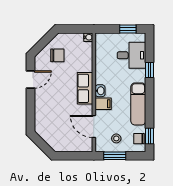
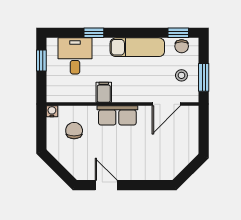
chair: (57, 55) -> (74, 131), moved
washbasin: (100, 91) -> (120, 96), removed
filing cabinet: (103, 104) -> (104, 92), moved

